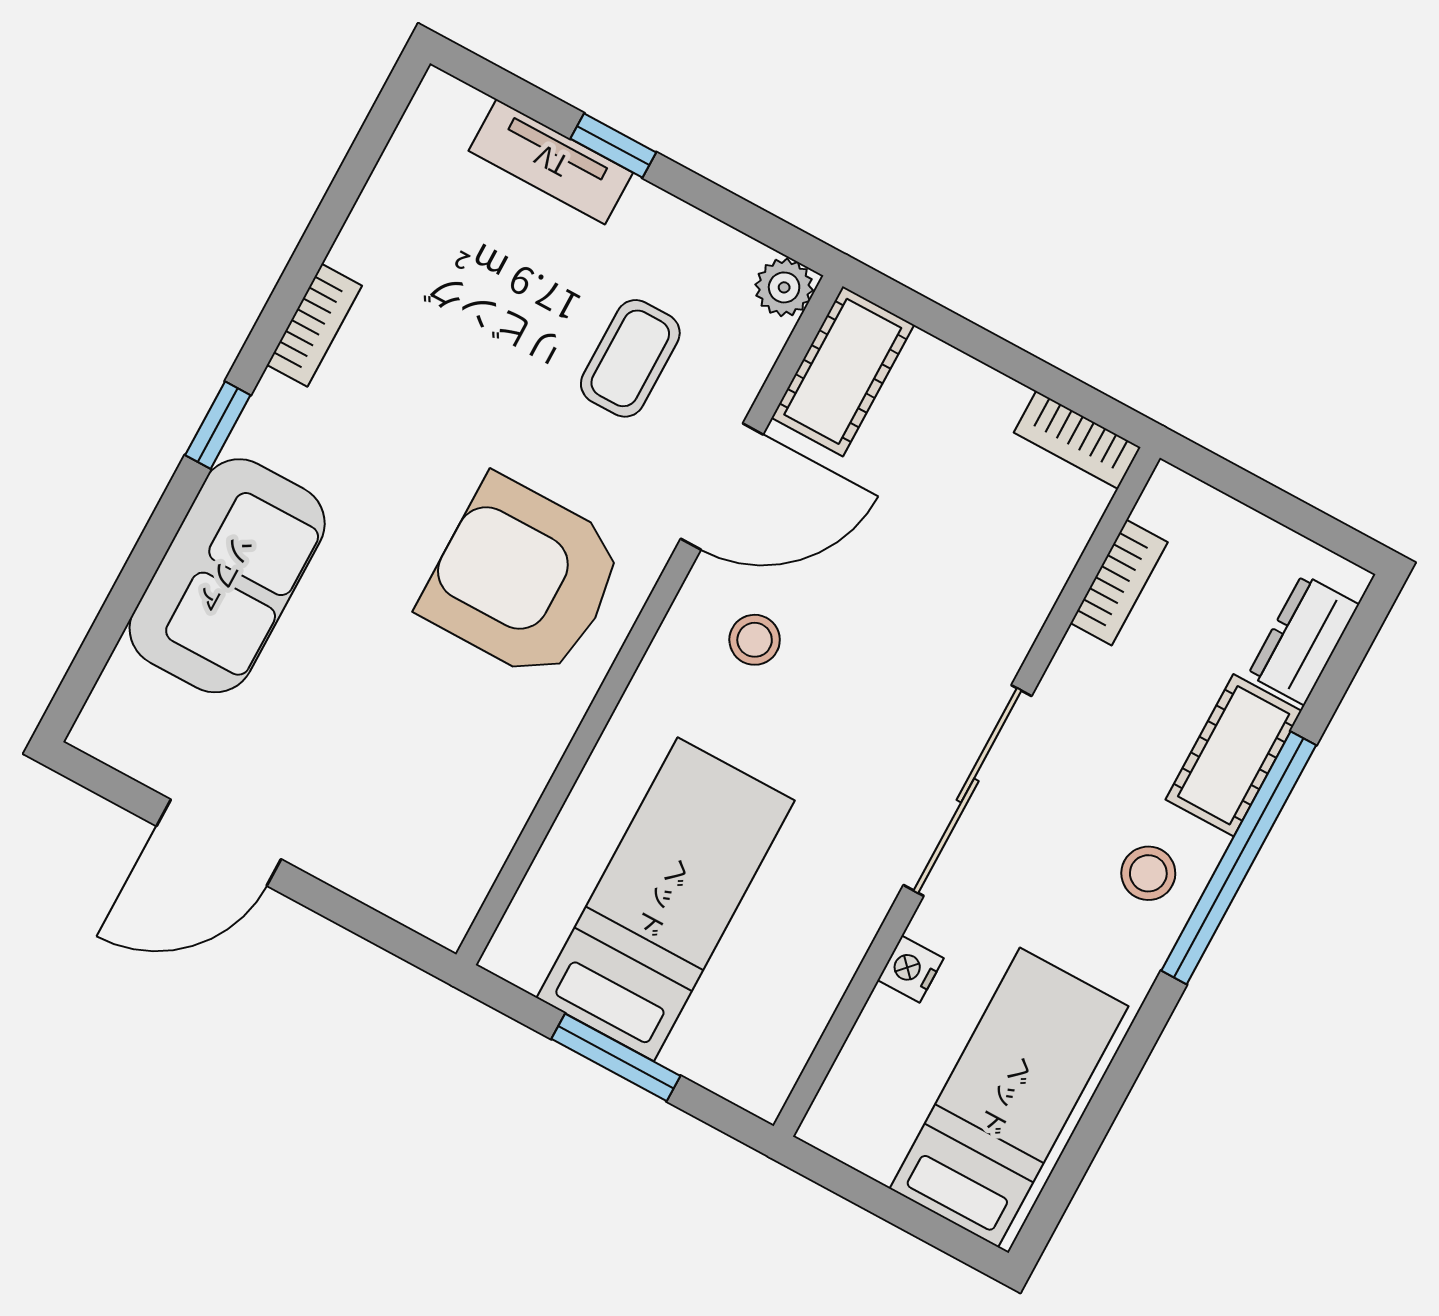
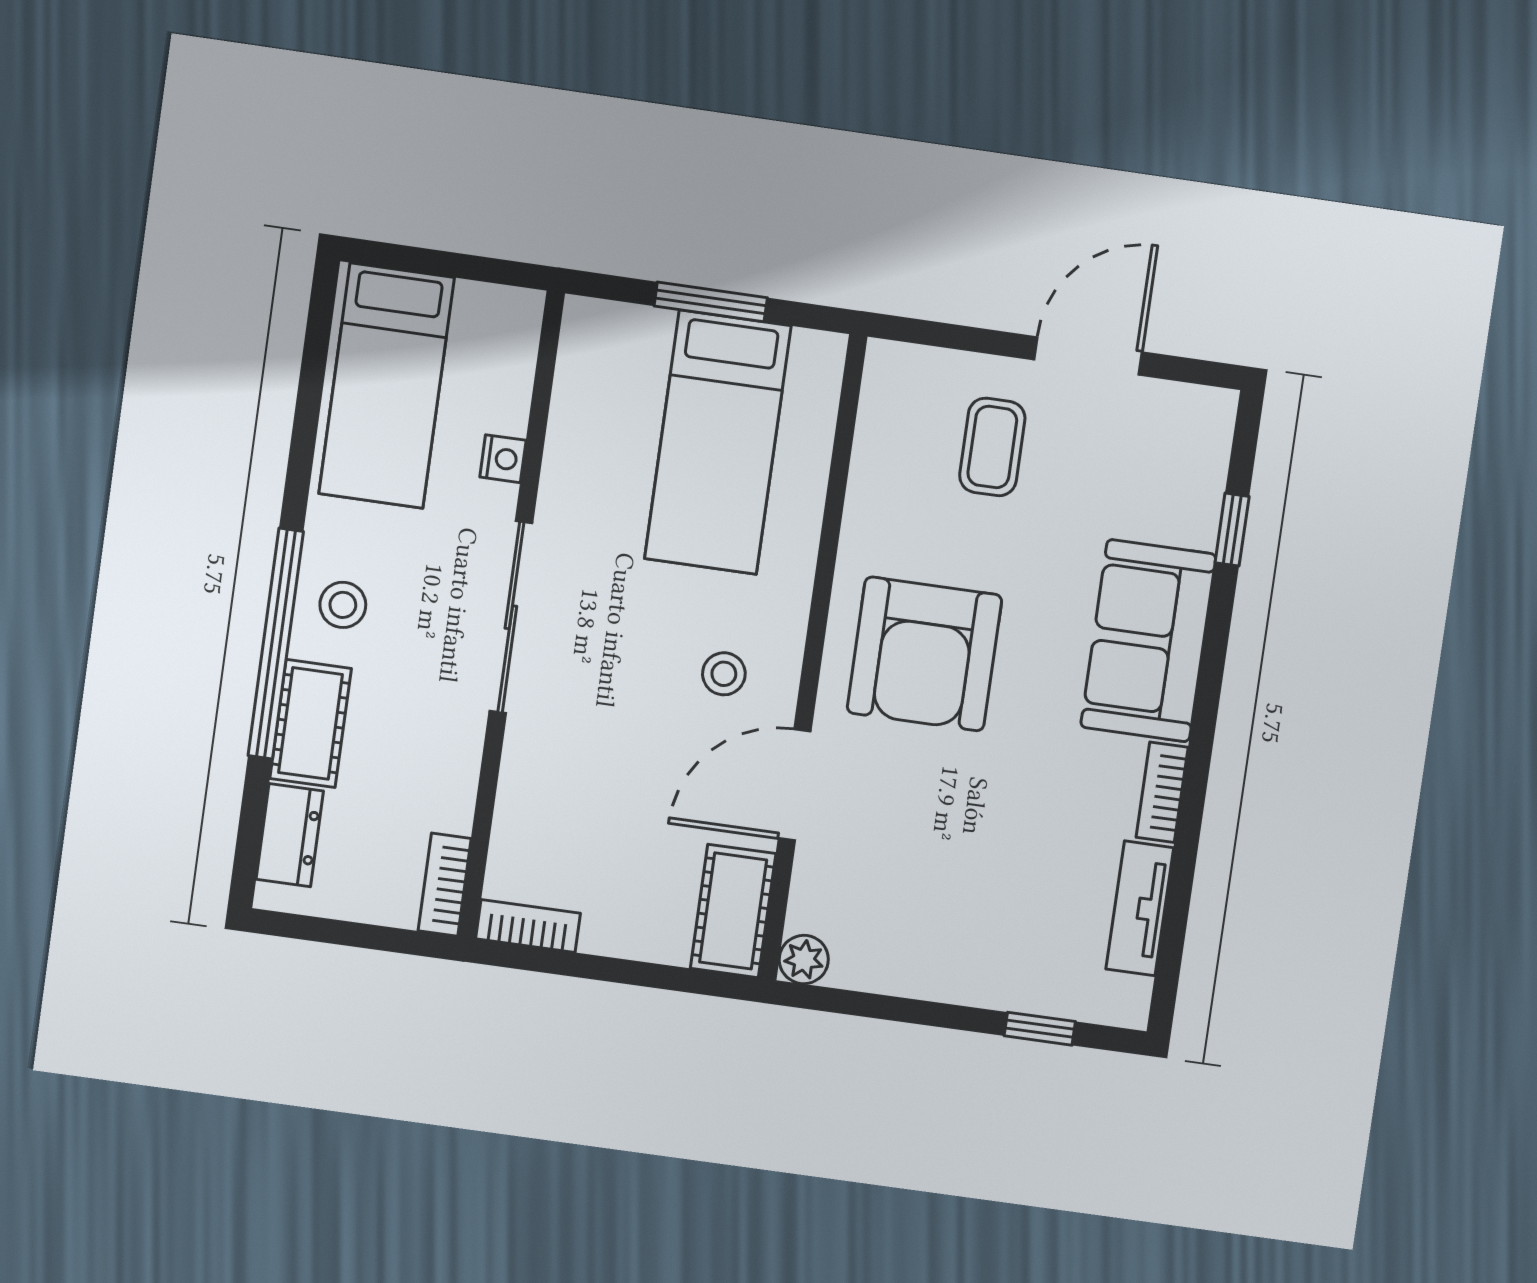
window: (613, 146) -> (1040, 1029), moved
tv unit: (551, 162) -> (1140, 908), moved, turned -90
coffee table: (630, 358) -> (992, 447), moved
window: (218, 425) -> (1232, 530), moved
sofa: (227, 576) -> (1148, 641), moved
armchair: (523, 579) -> (924, 654), turned 90
bookcase: (1119, 583) -> (445, 885), moved

